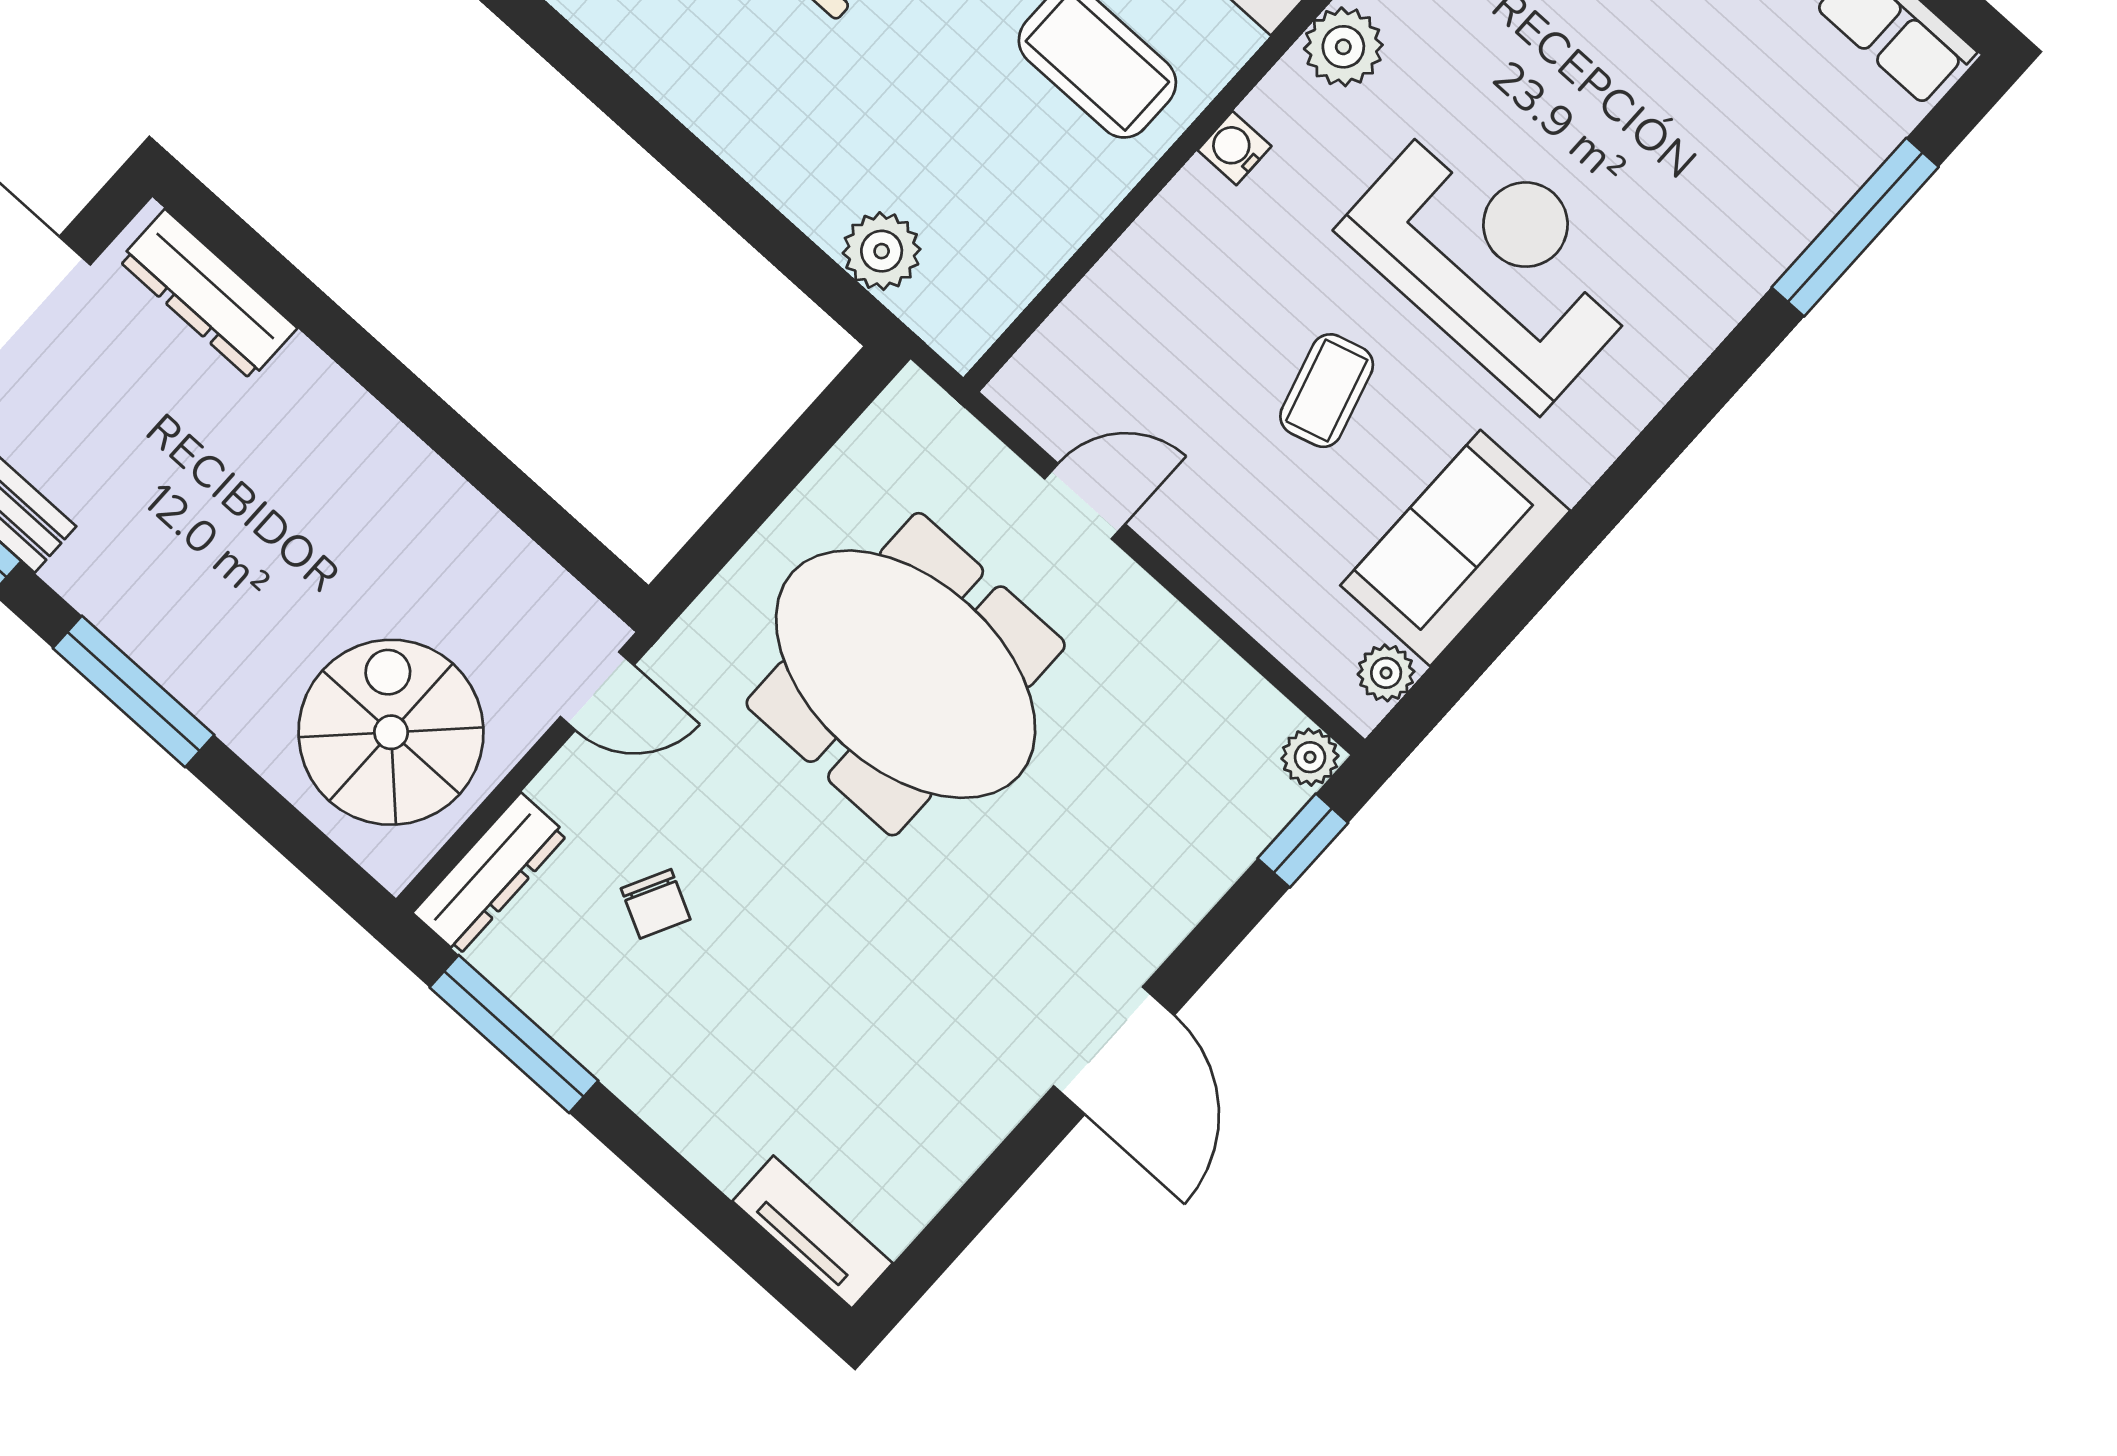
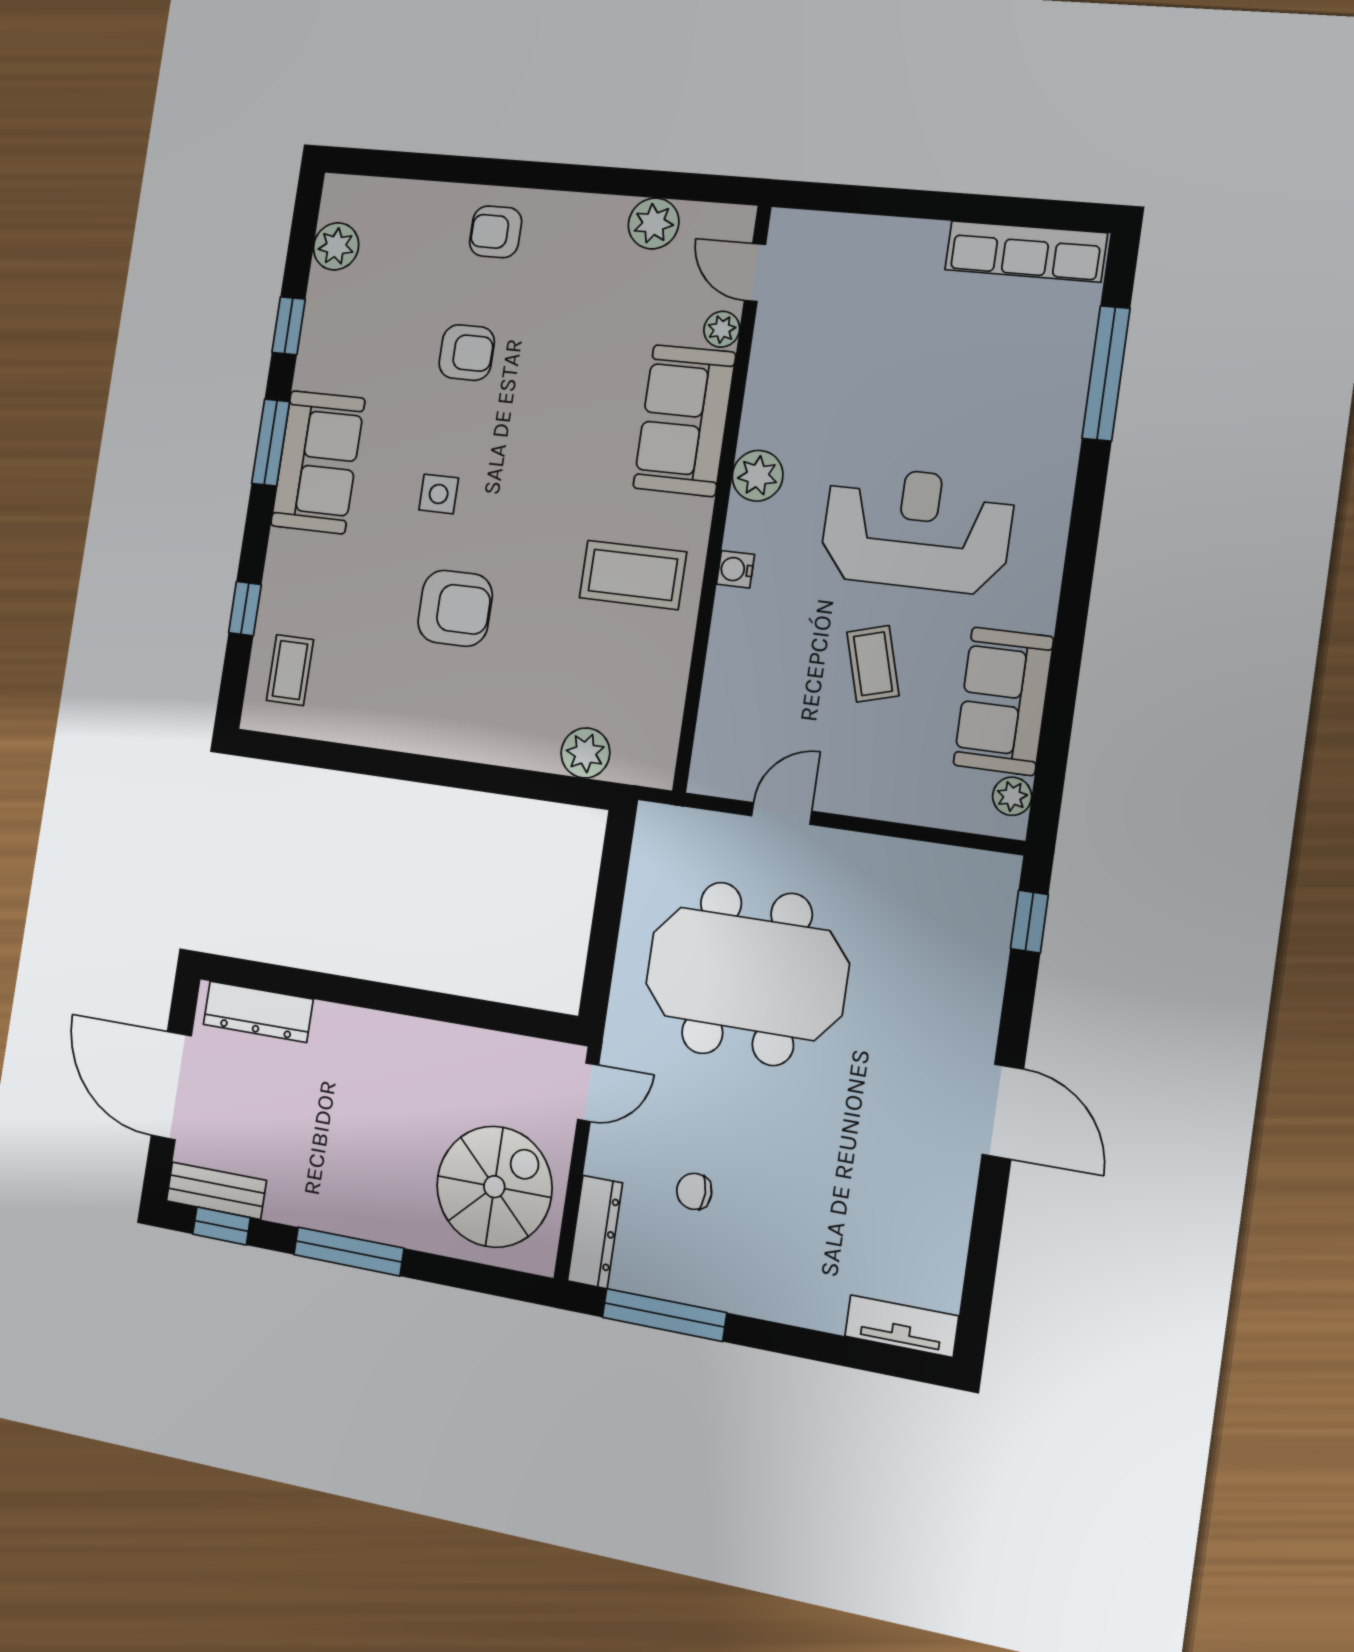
spiral stairs: (391, 732) -> (494, 1187), turned 90
plant: (1310, 757) -> (1001, 872), removed
chair: (656, 904) -> (694, 1191), turned 153

